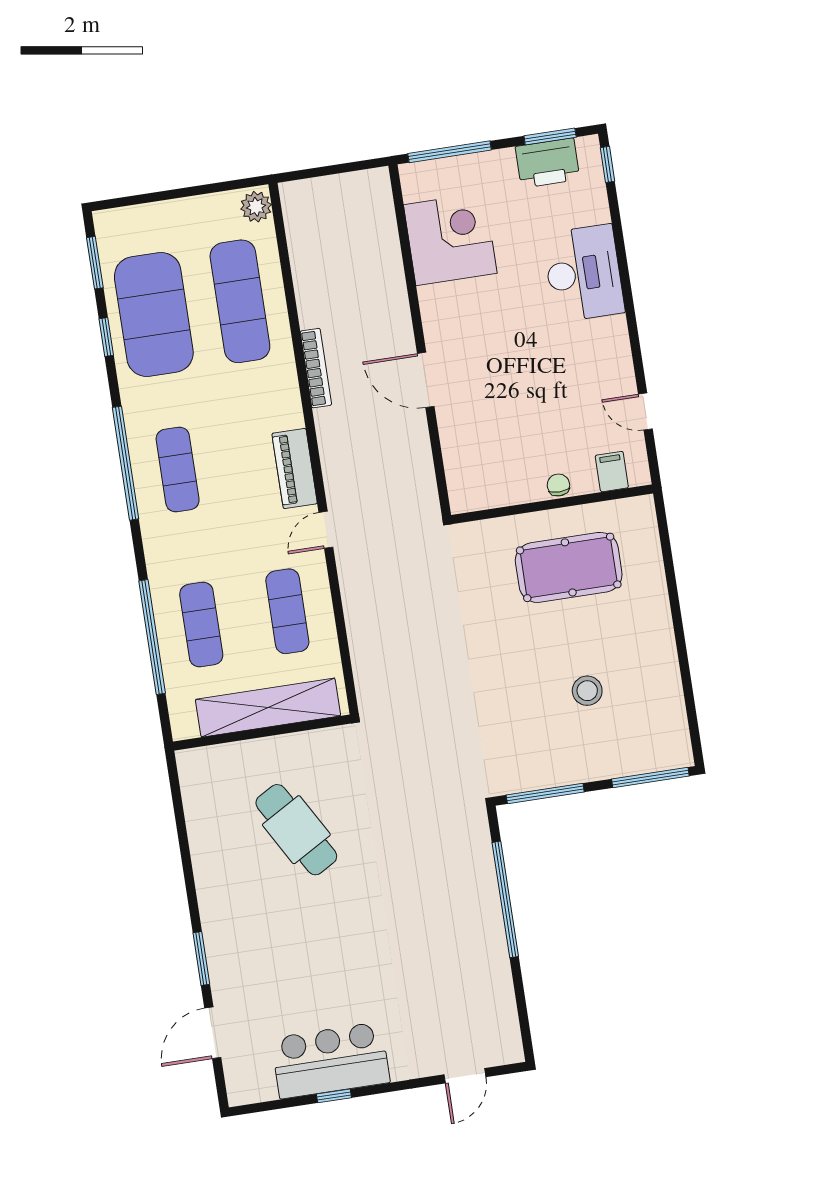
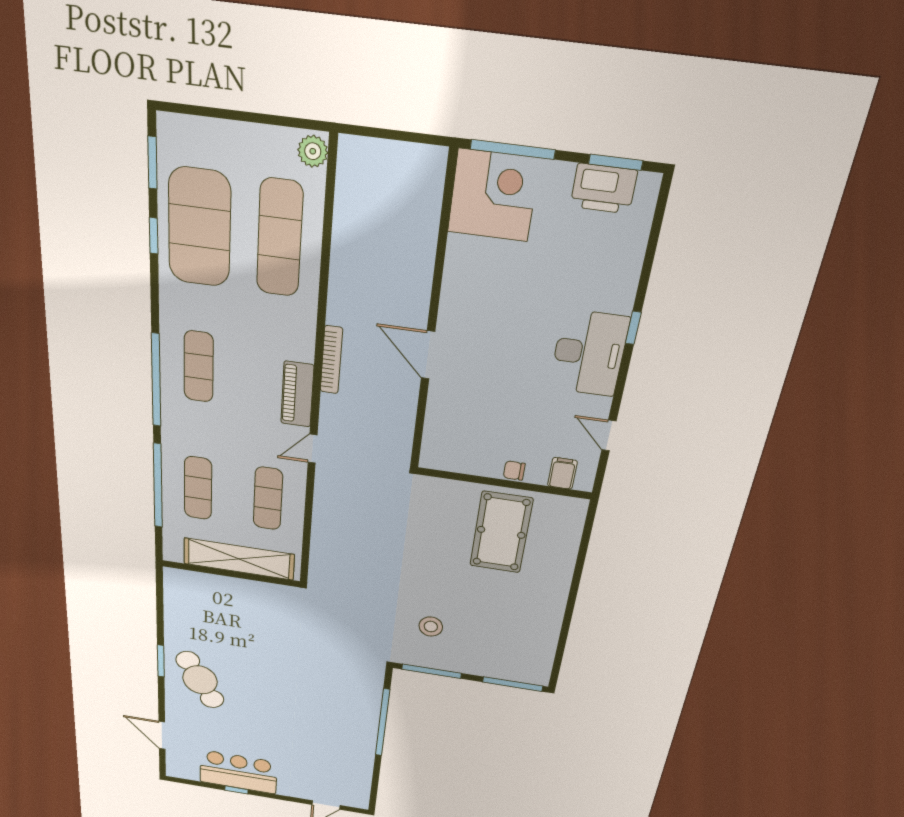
window: (607, 164) -> (633, 328), moved
corner desk: (450, 239) -> (493, 195), moved
desk: (583, 273) -> (589, 353), moved
bookcase: (316, 368) -> (331, 360), moved
window: (126, 463) -> (156, 380), moved
chair: (558, 485) -> (514, 471), turned -90
pool table: (569, 567) -> (501, 532), turned 90
stool: (587, 691) -> (431, 627), moved
cafe table: (296, 830) -> (200, 680), moved
window: (201, 959) -> (161, 661), moved
door: (213, 1033) -> (162, 735), hinge flipped

